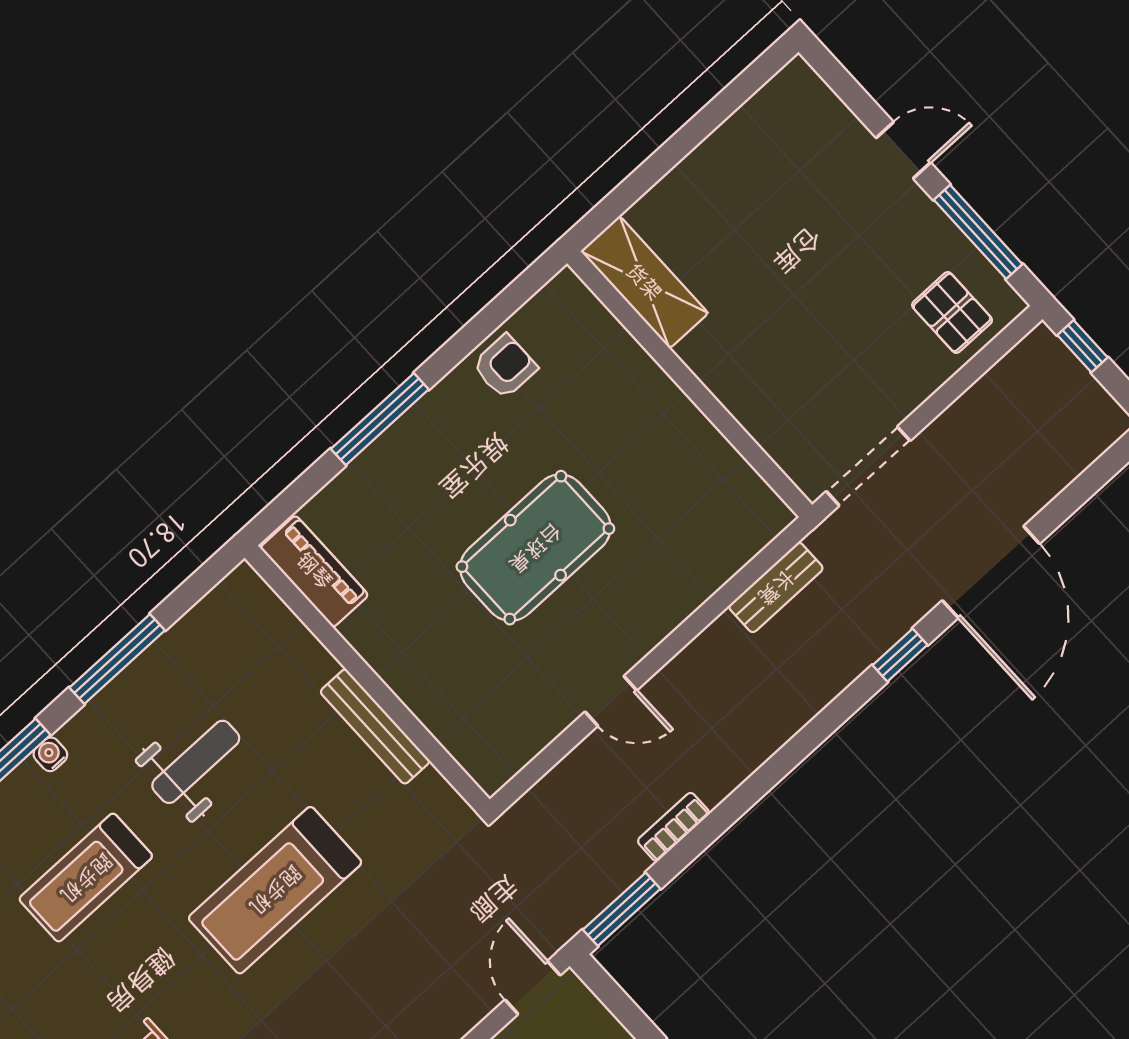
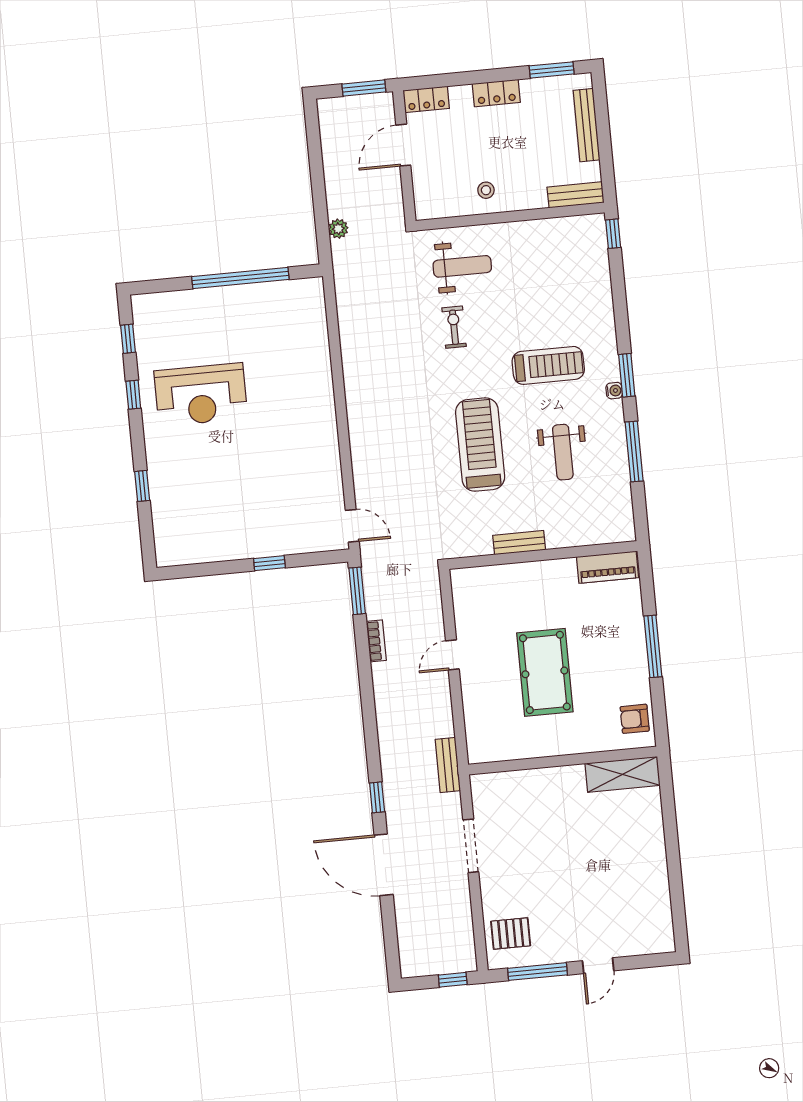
shelving: (644, 282) -> (622, 774), moved
armchair: (505, 367) -> (635, 719), turned 90
wall: (690, 384) -> (563, 761), moved
bench: (375, 727) -> (519, 543), width x0.73
treadmill: (86, 878) -> (548, 365), turned 90

